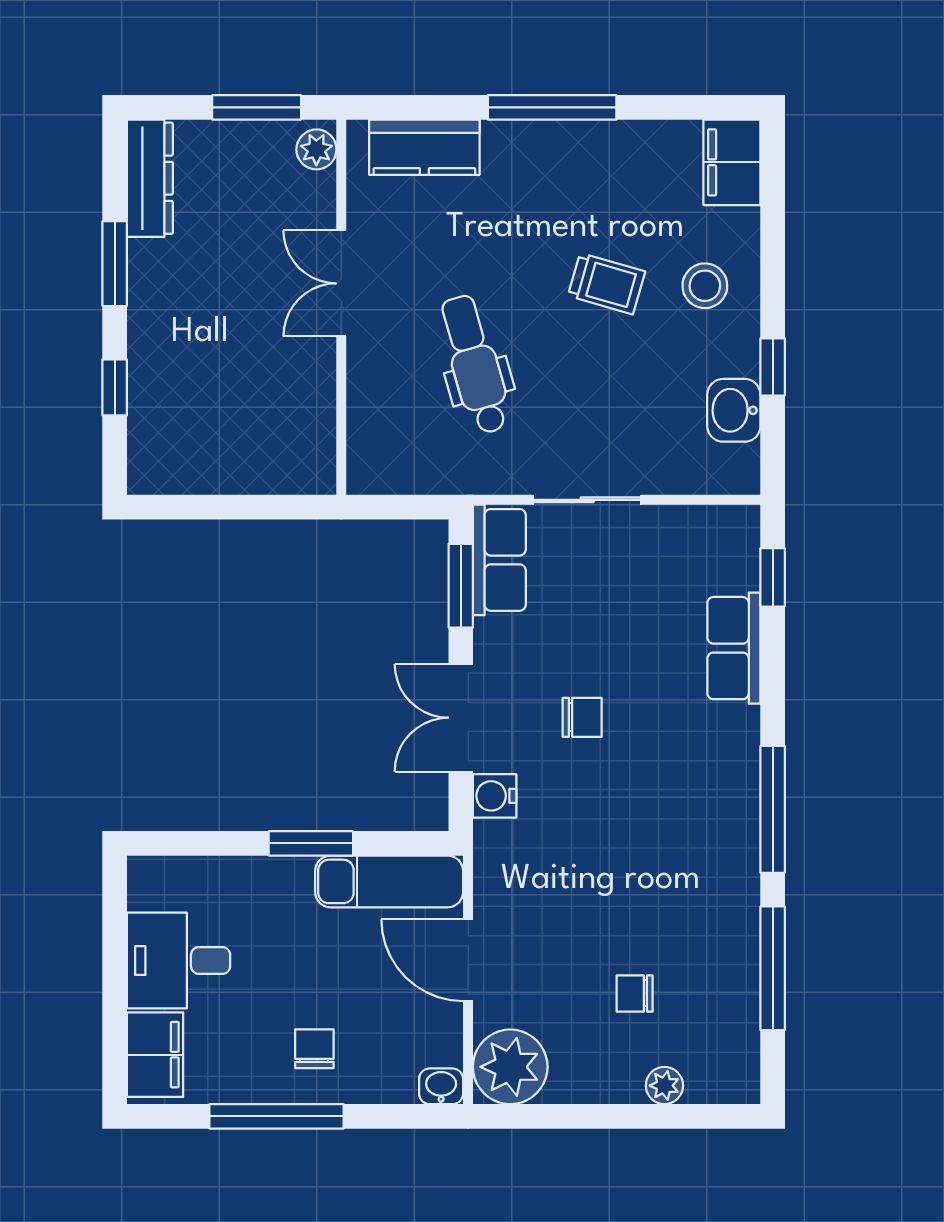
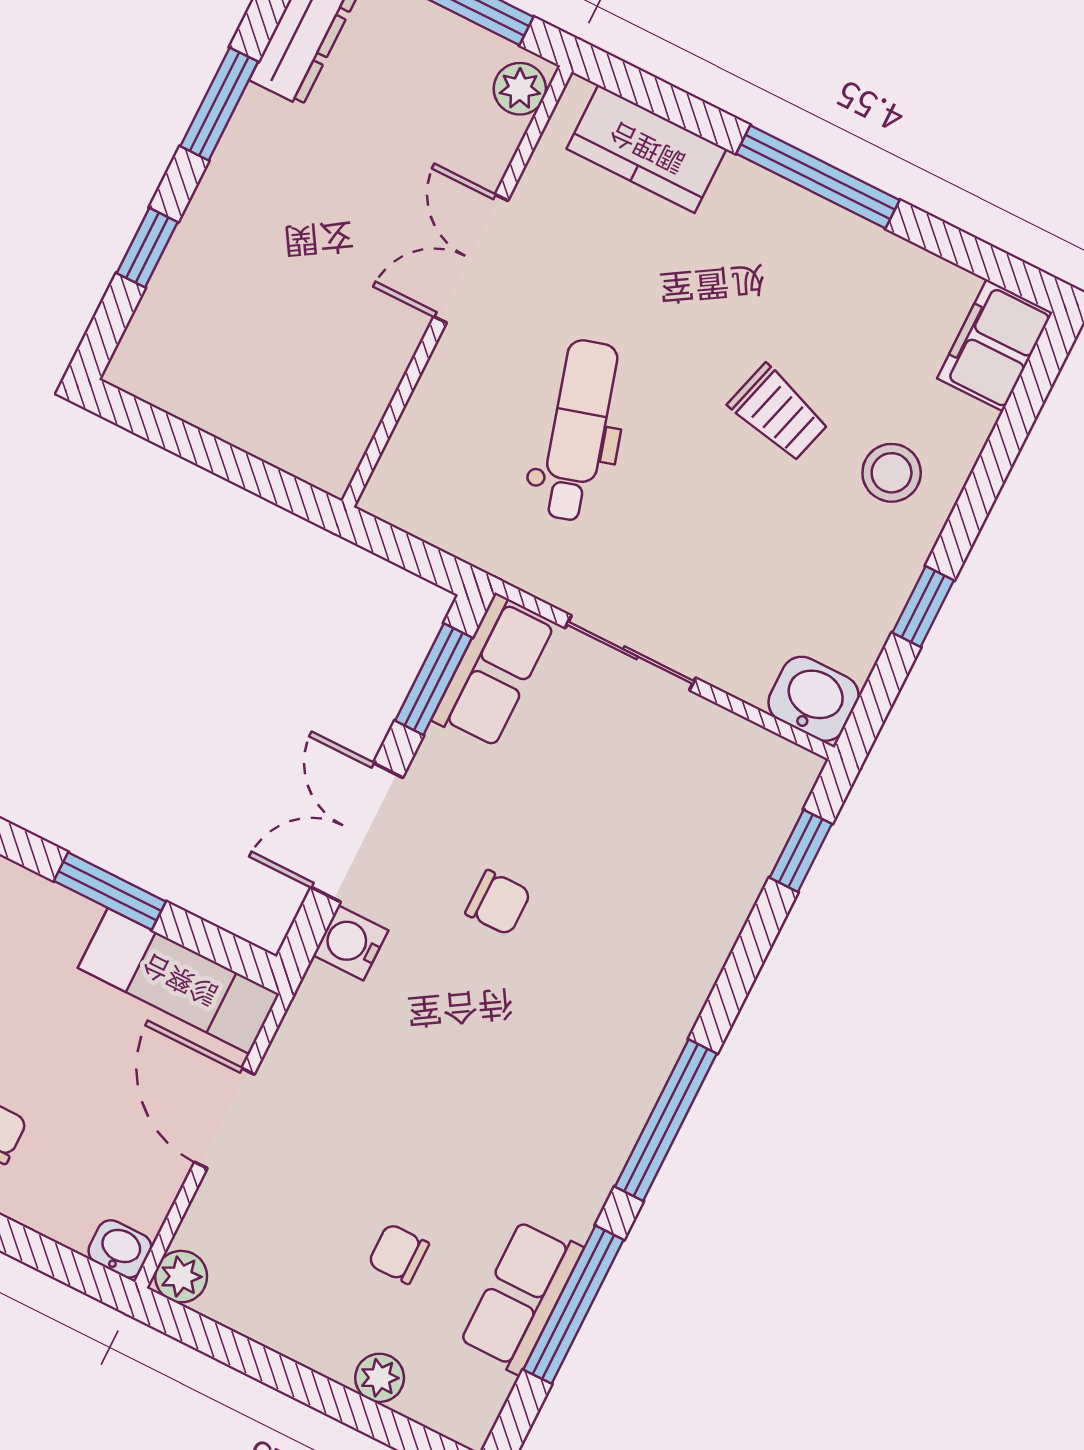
washbasin: (734, 410) -> (813, 699), moved, turned 90
row of seats: (734, 648) -> (521, 1296), moved
plant: (510, 1067) -> (181, 1277), width x0.53, depth x0.53

